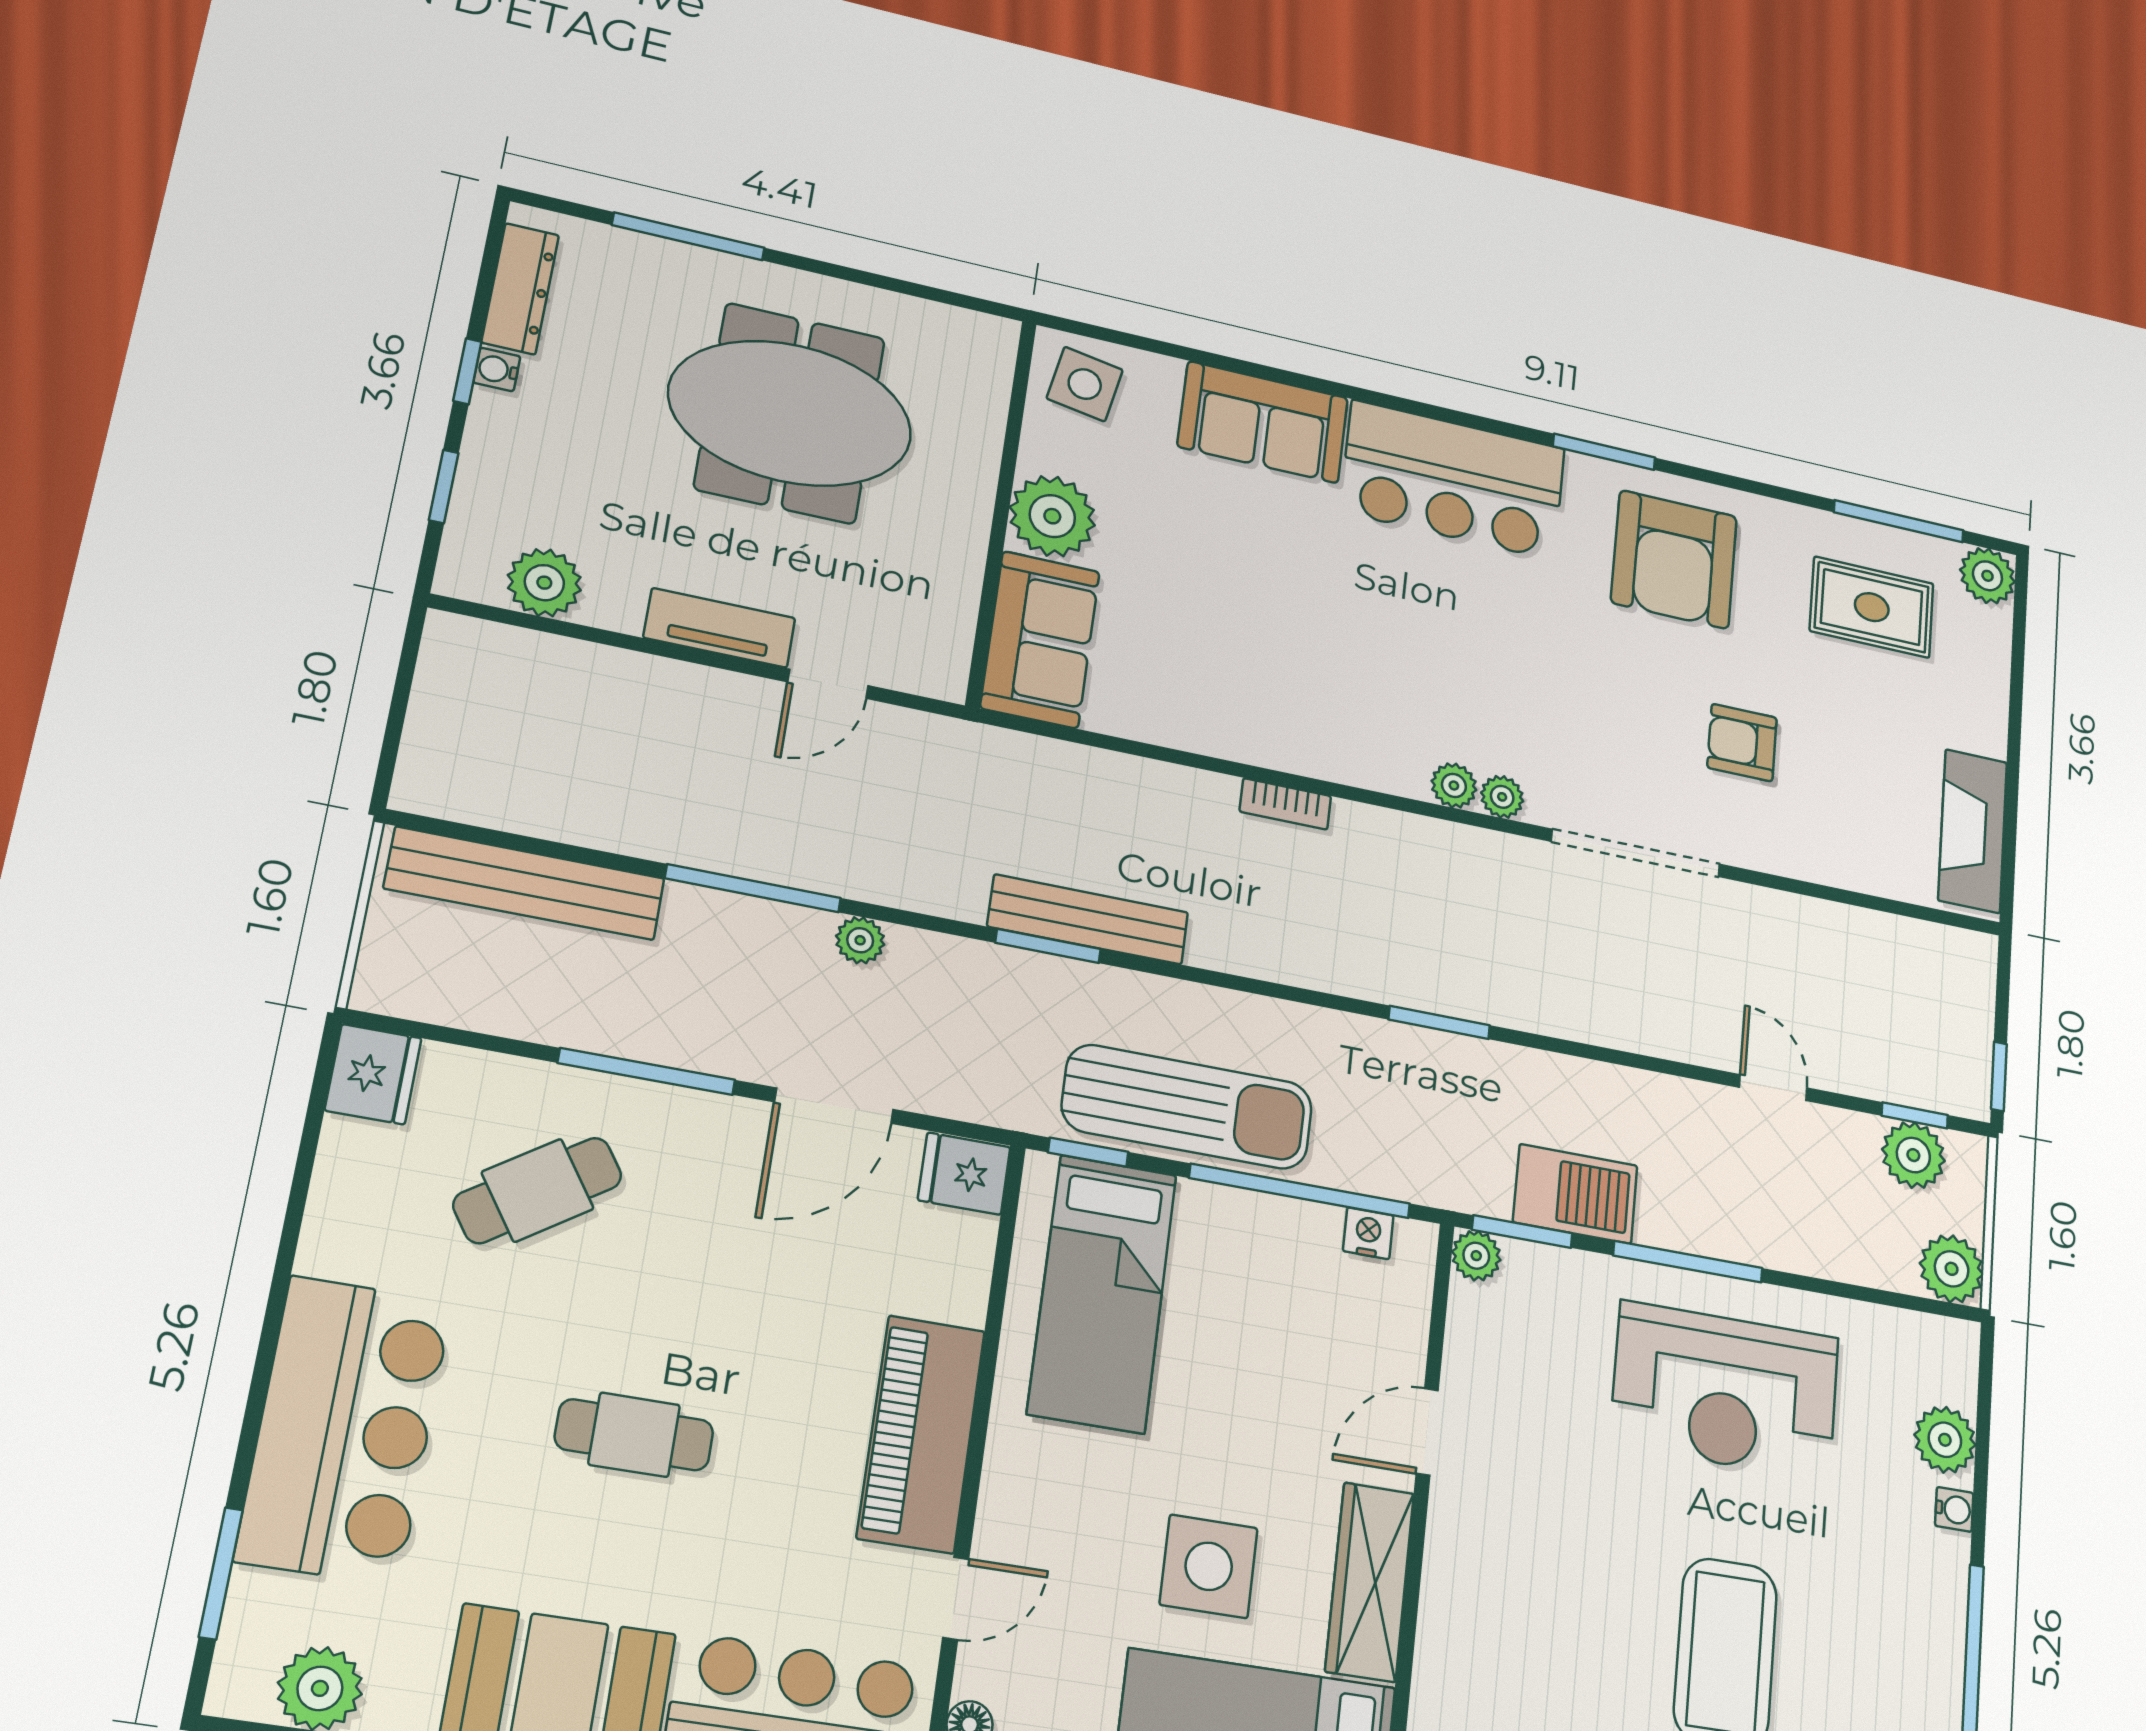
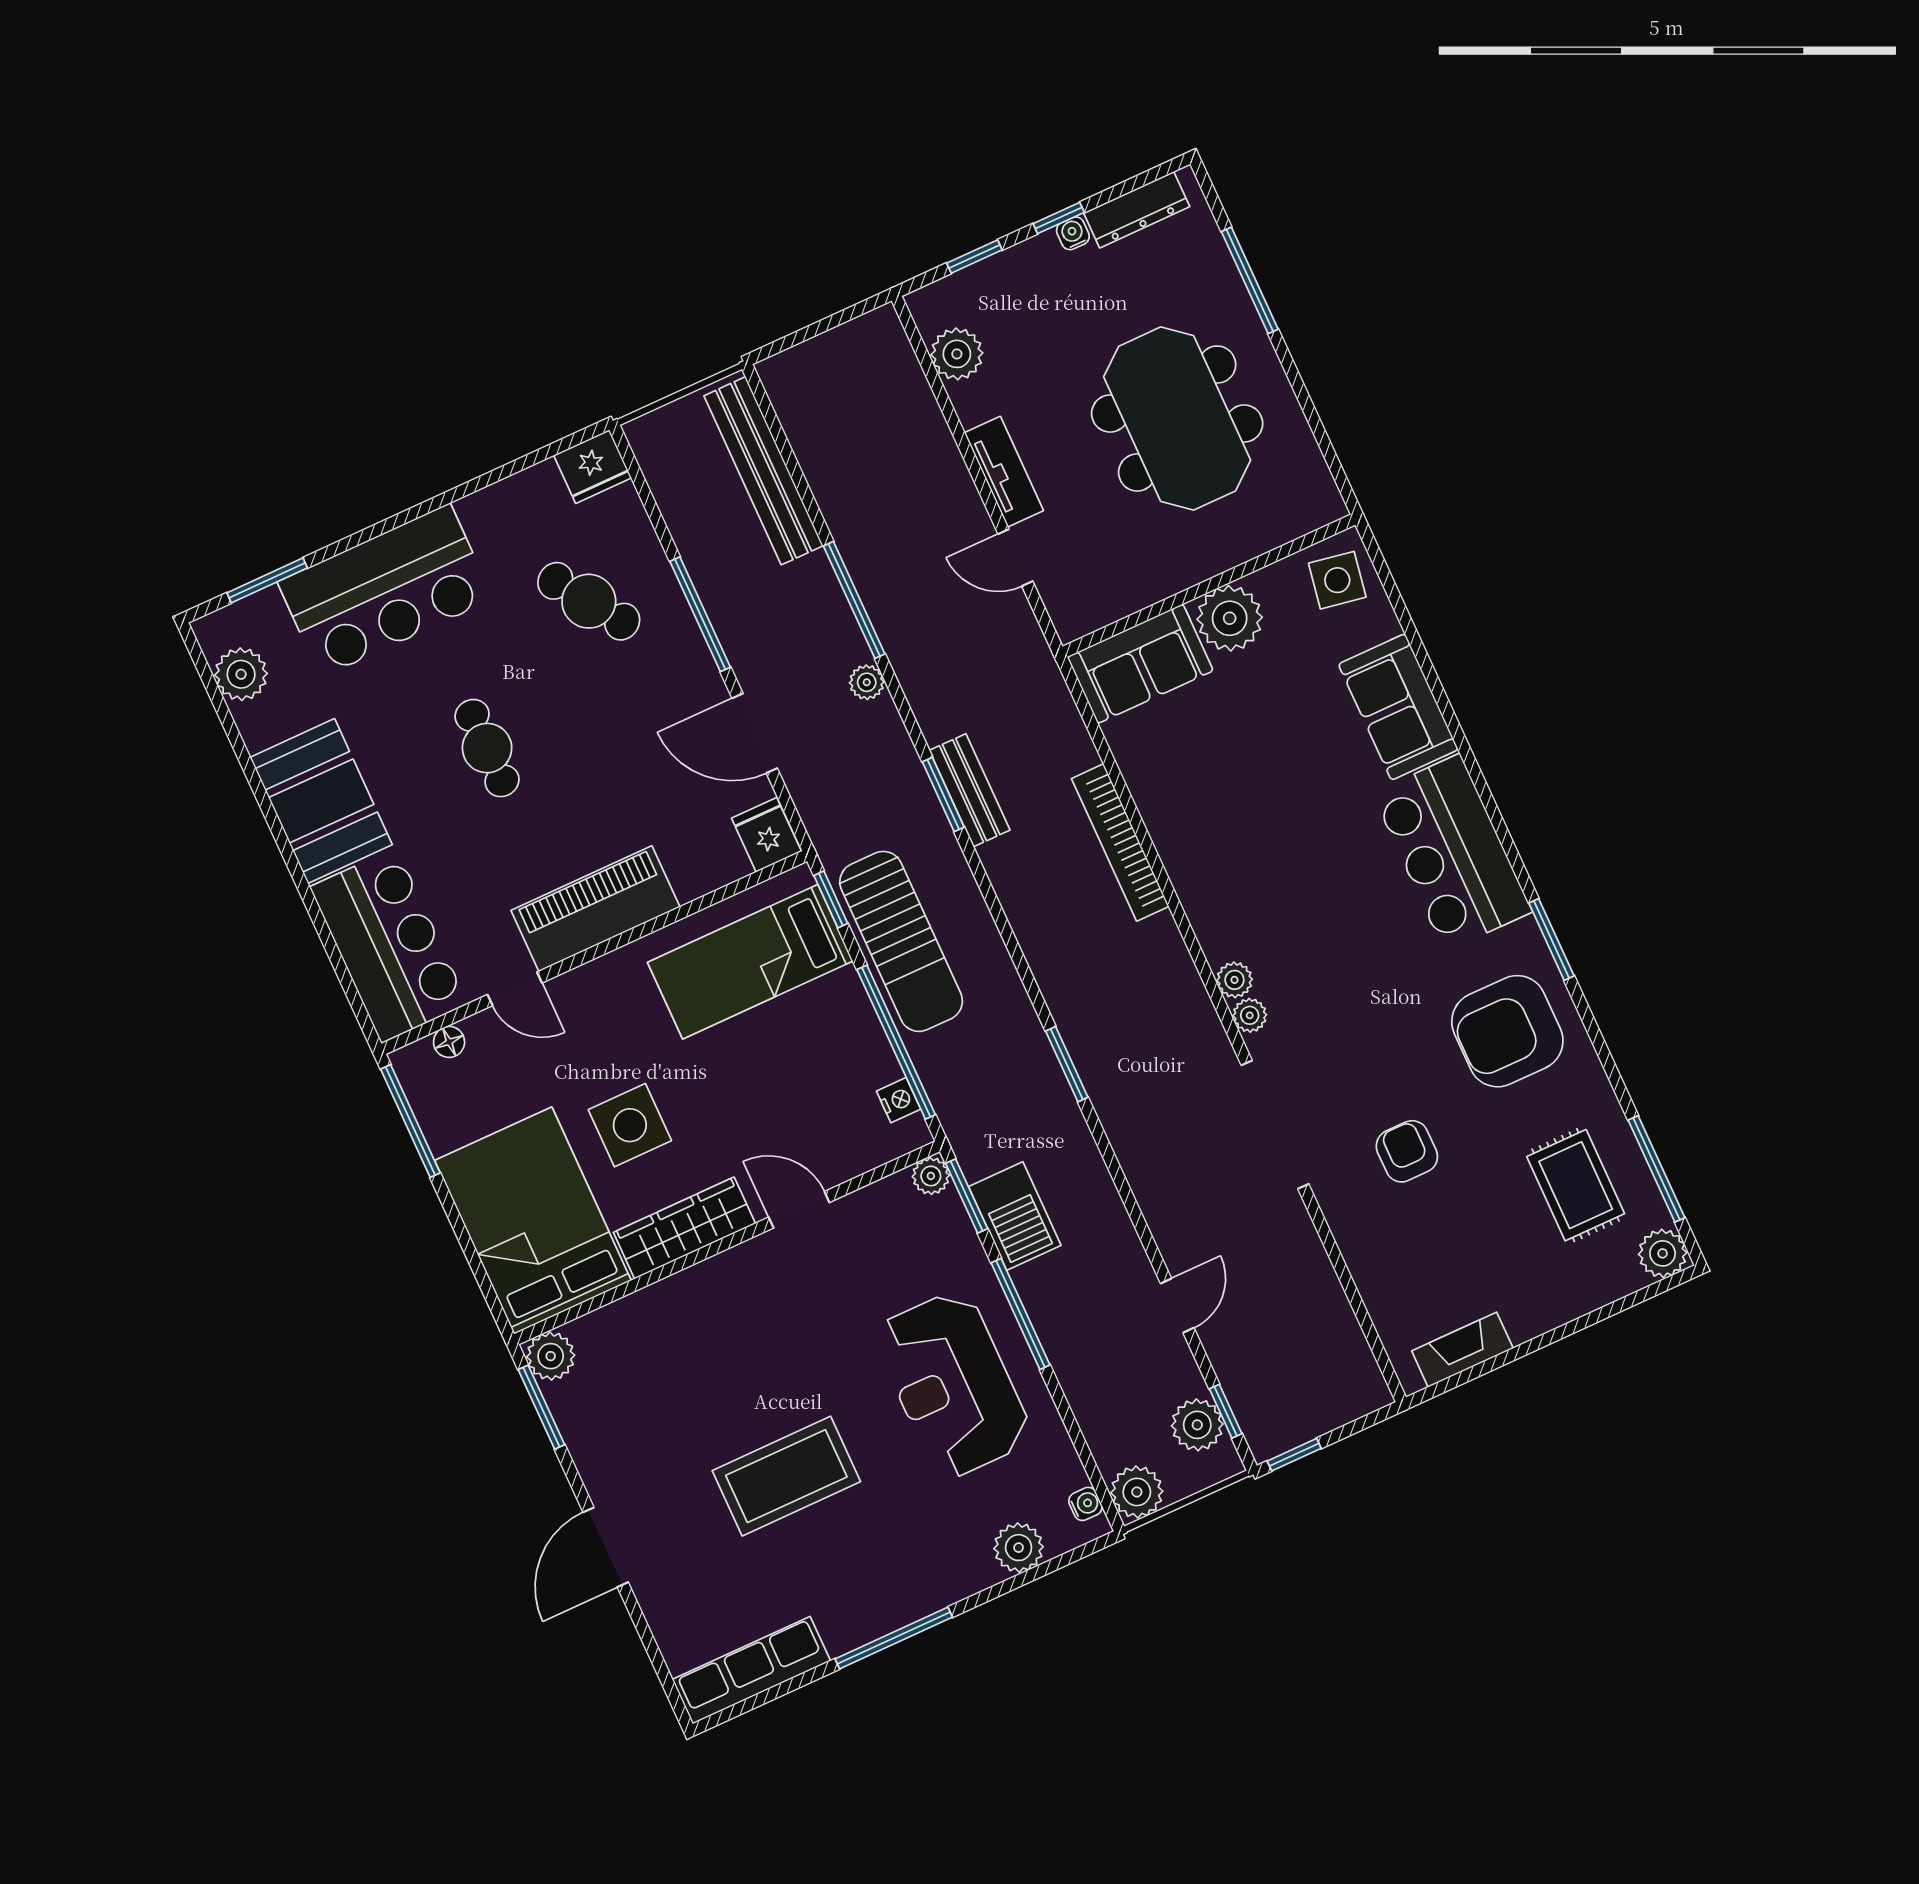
bookcase: (1285, 804) -> (1120, 842), width x2.31, depth x1.31
fireplace: (1973, 831) -> (1462, 1350), width x0.73, depth x0.76
bench: (1088, 919) -> (970, 790), width x0.73
water cooler: (1954, 1509) -> (1085, 1504), moved, turned -90

